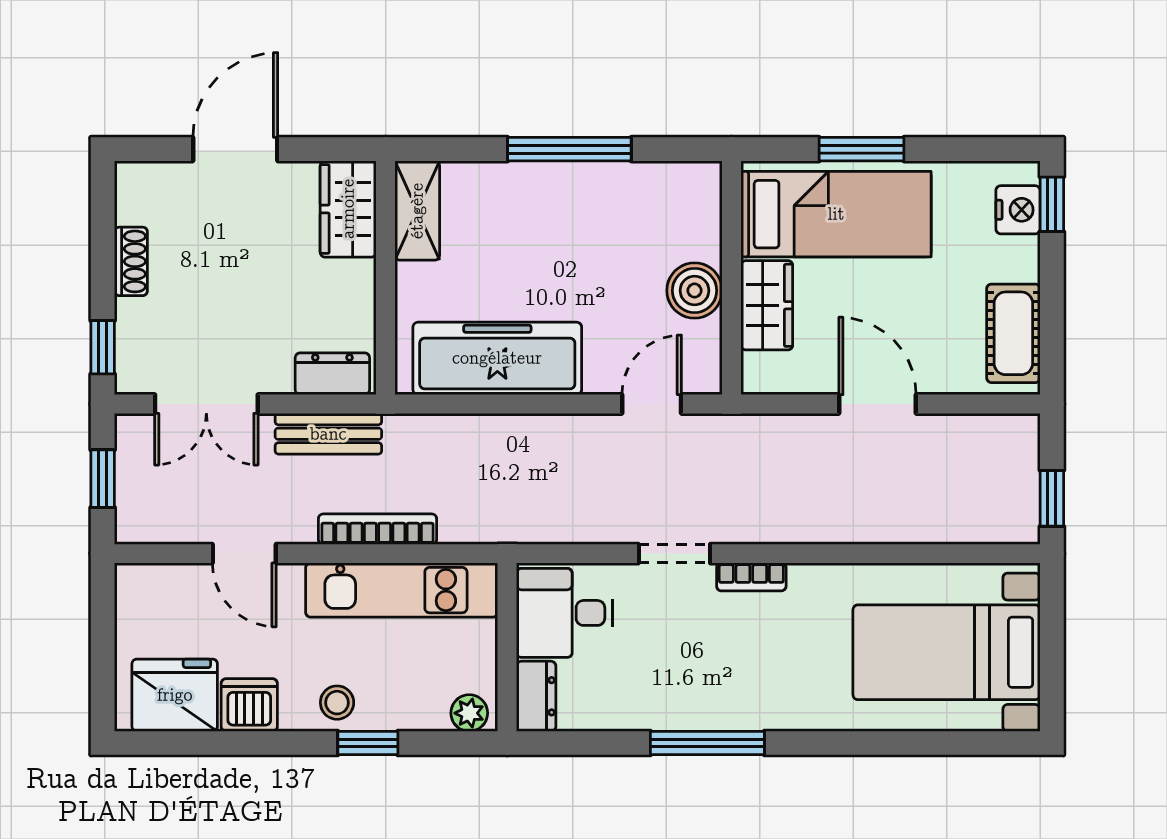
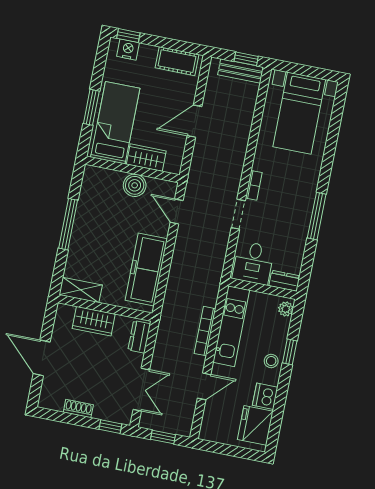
wardrobe: (348, 209) -> (94, 321), moved
bench: (328, 434) -> (241, 71), moved, turned 90

